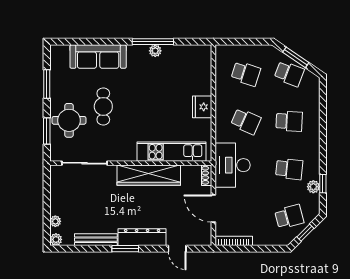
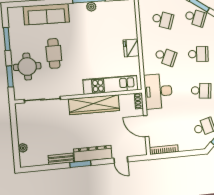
plant: (56, 239) -> (24, 162), removed
bench: (96, 240) -> (61, 159), width x0.73

